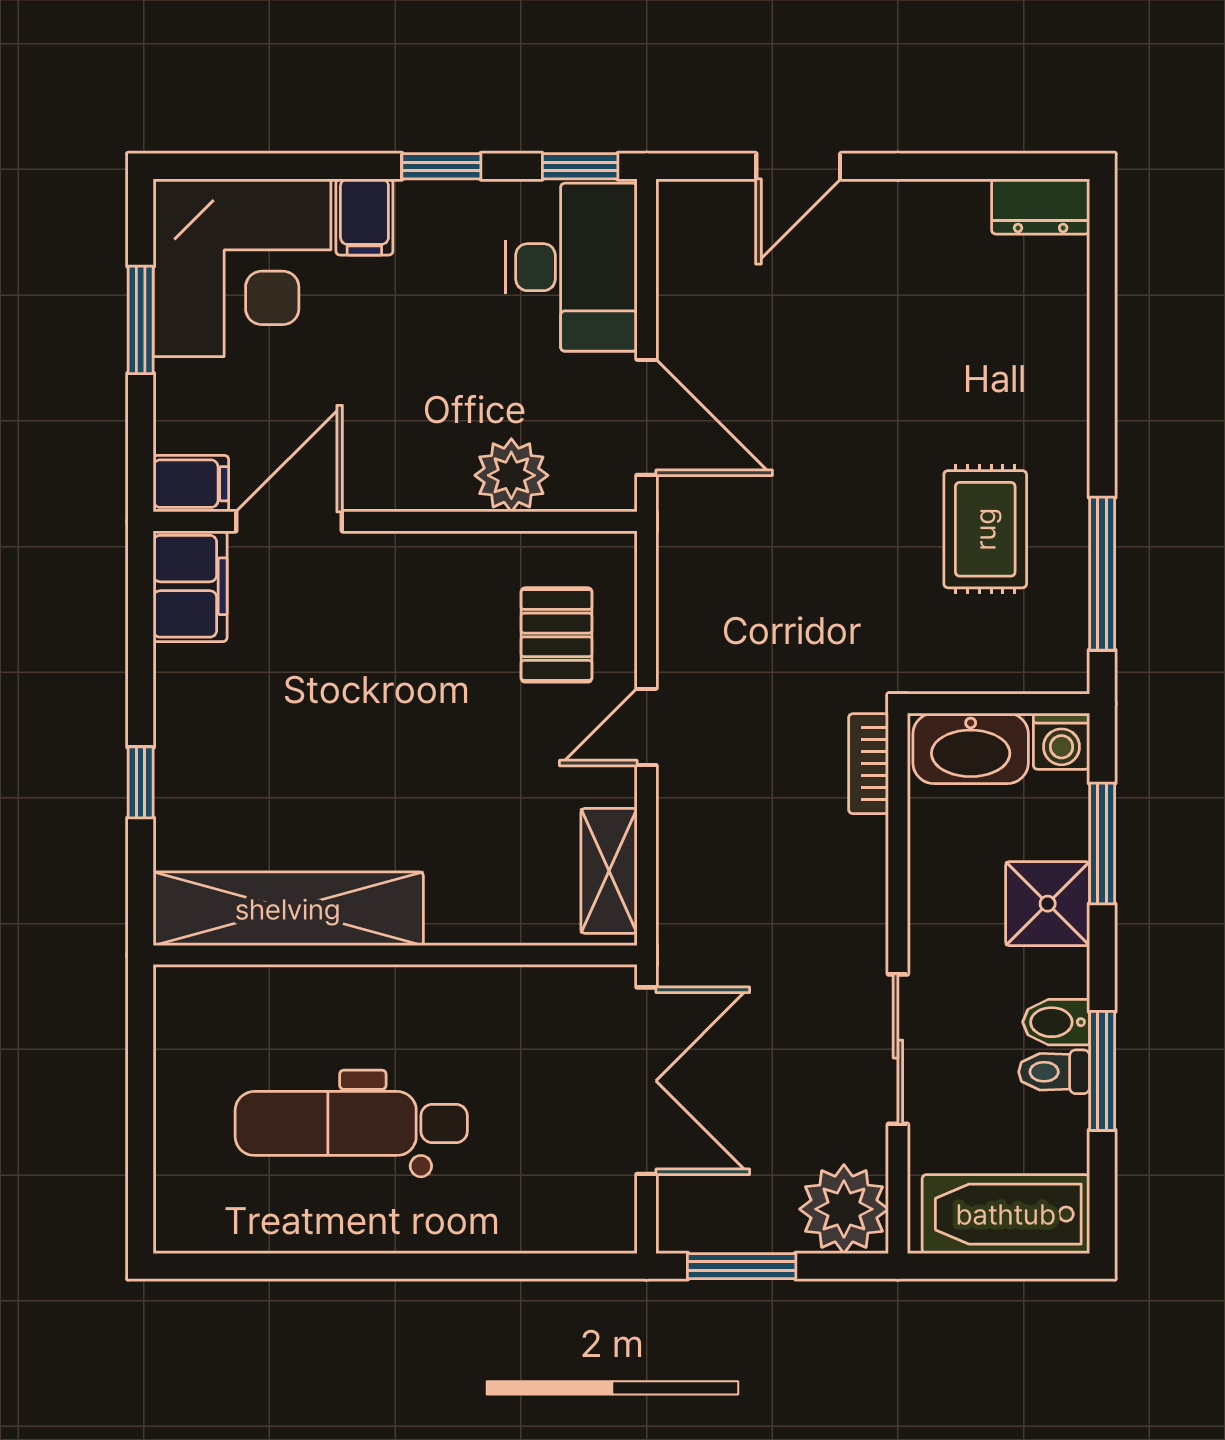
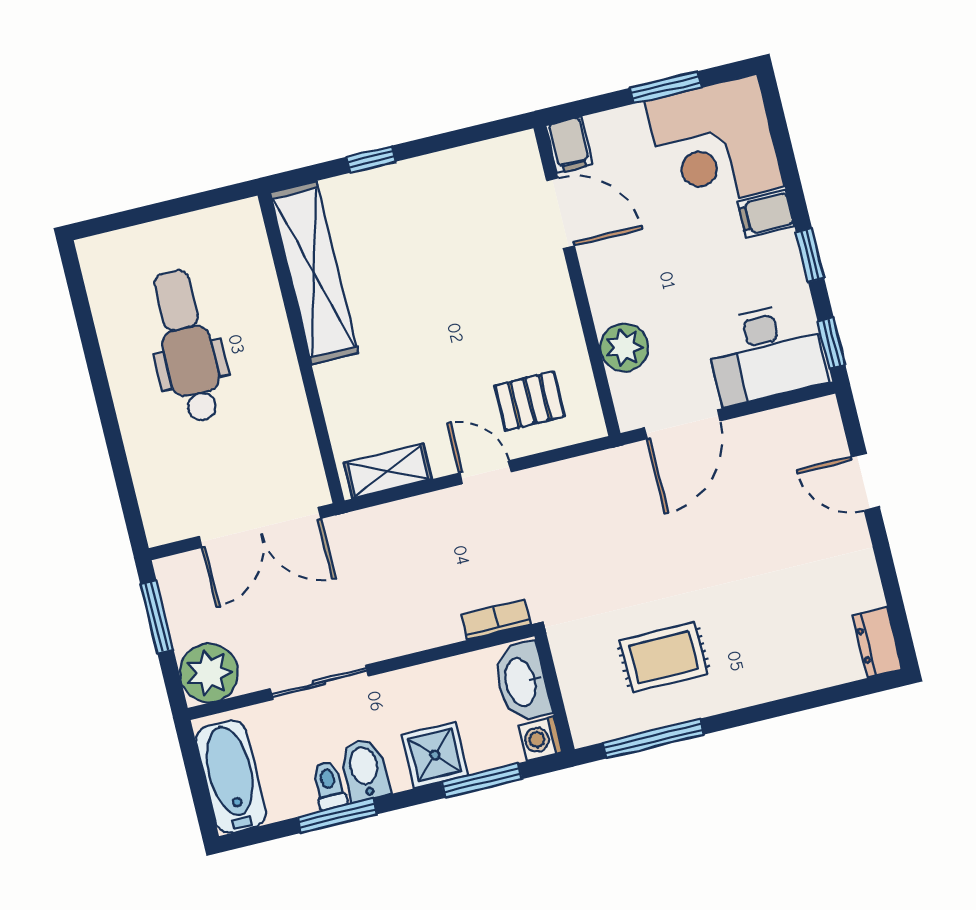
filing cabinet: (190, 586) -> (504, 160), removed
bidet: (1056, 1022) -> (365, 770), width x1.38, depth x1.36

